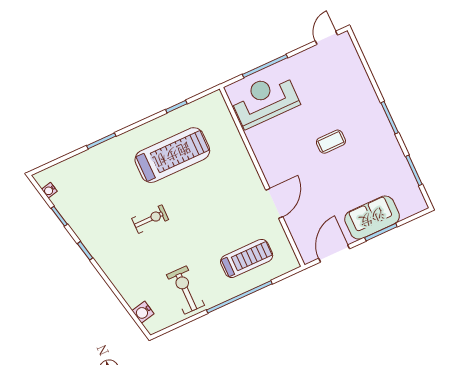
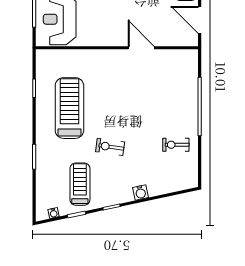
exercise bike: (150, 219) -> (110, 147), turned -82
treadmill: (247, 258) -> (80, 184), moved
exercise bike: (185, 290) -> (176, 145), width x0.73, depth x0.72
water cooler: (143, 312) -> (141, 192), moved

